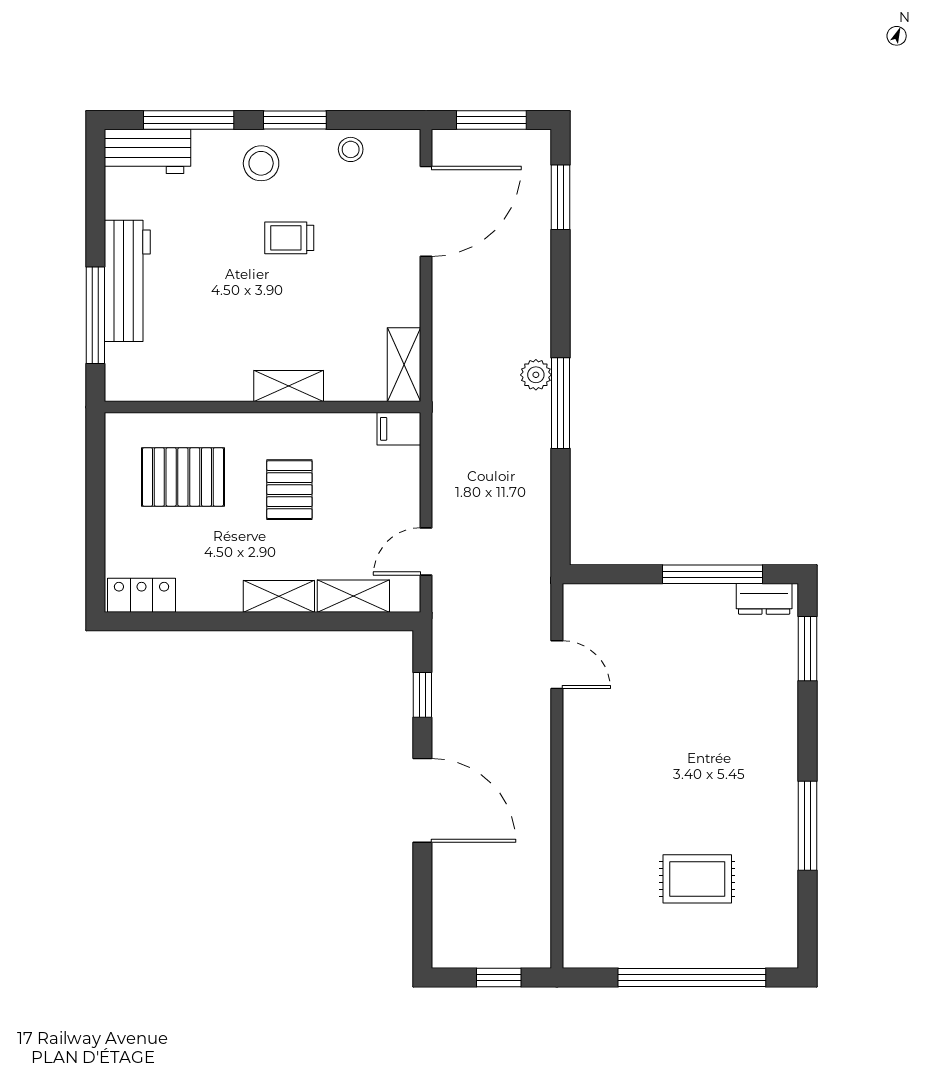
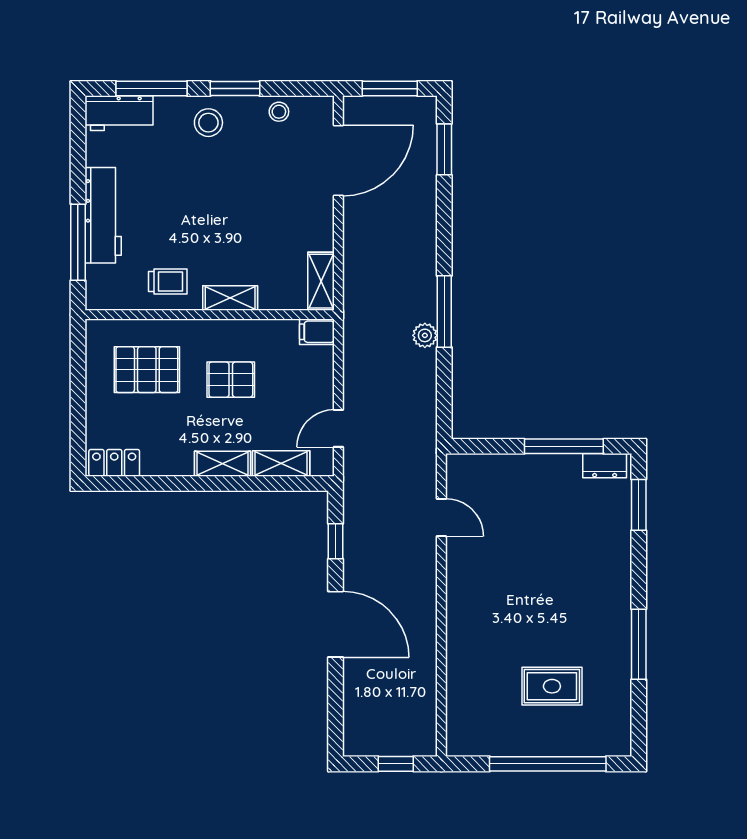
trolley: (289, 238) -> (168, 281), moved, turned 180
plant: (536, 375) -> (425, 335), moved
pallet: (289, 490) -> (231, 380), turned 90

